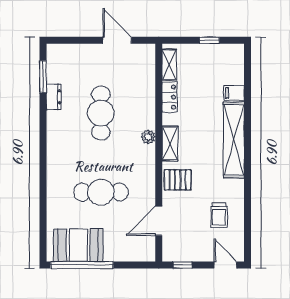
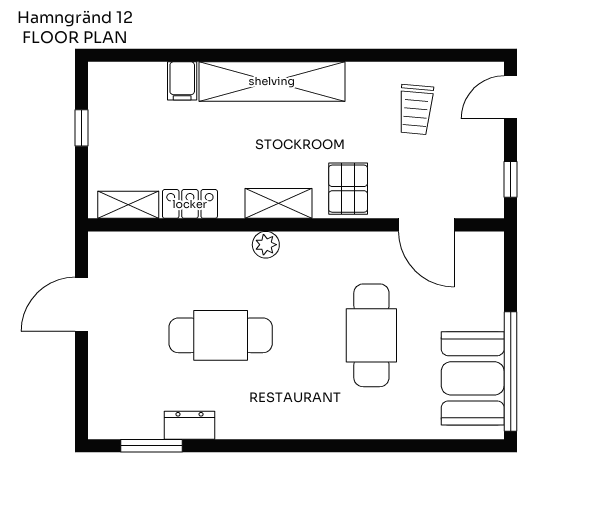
trolley: (219, 215) -> (416, 110), turned 95

